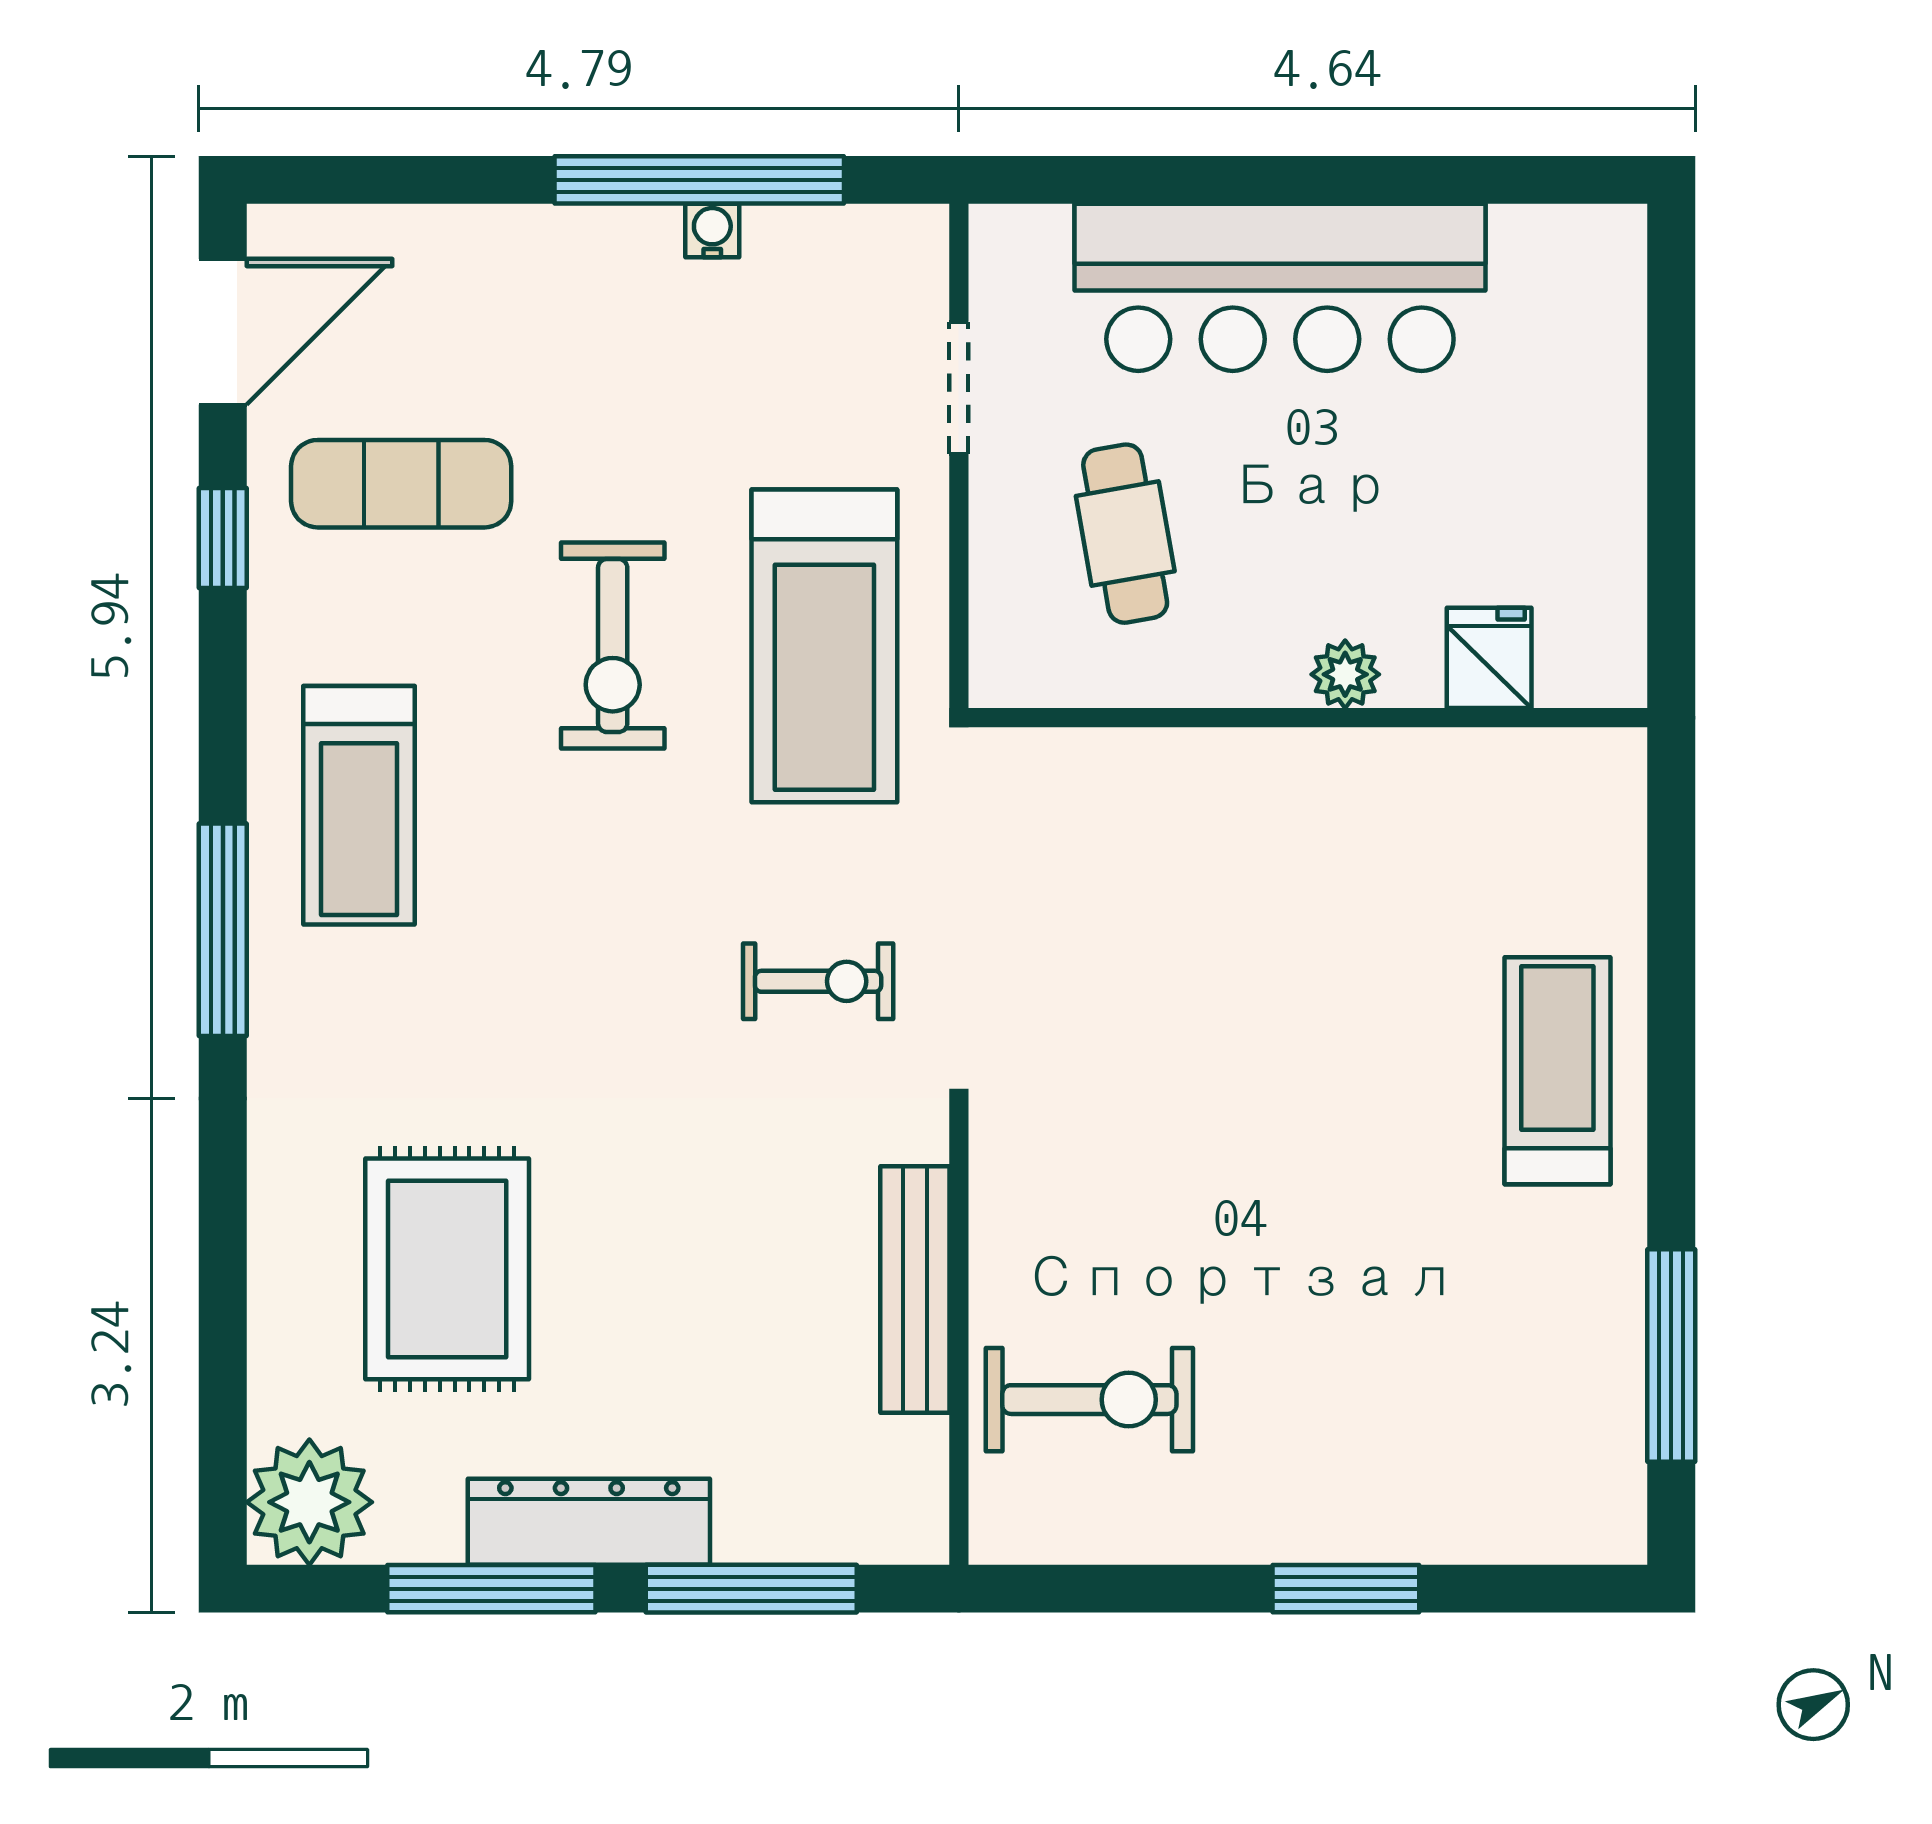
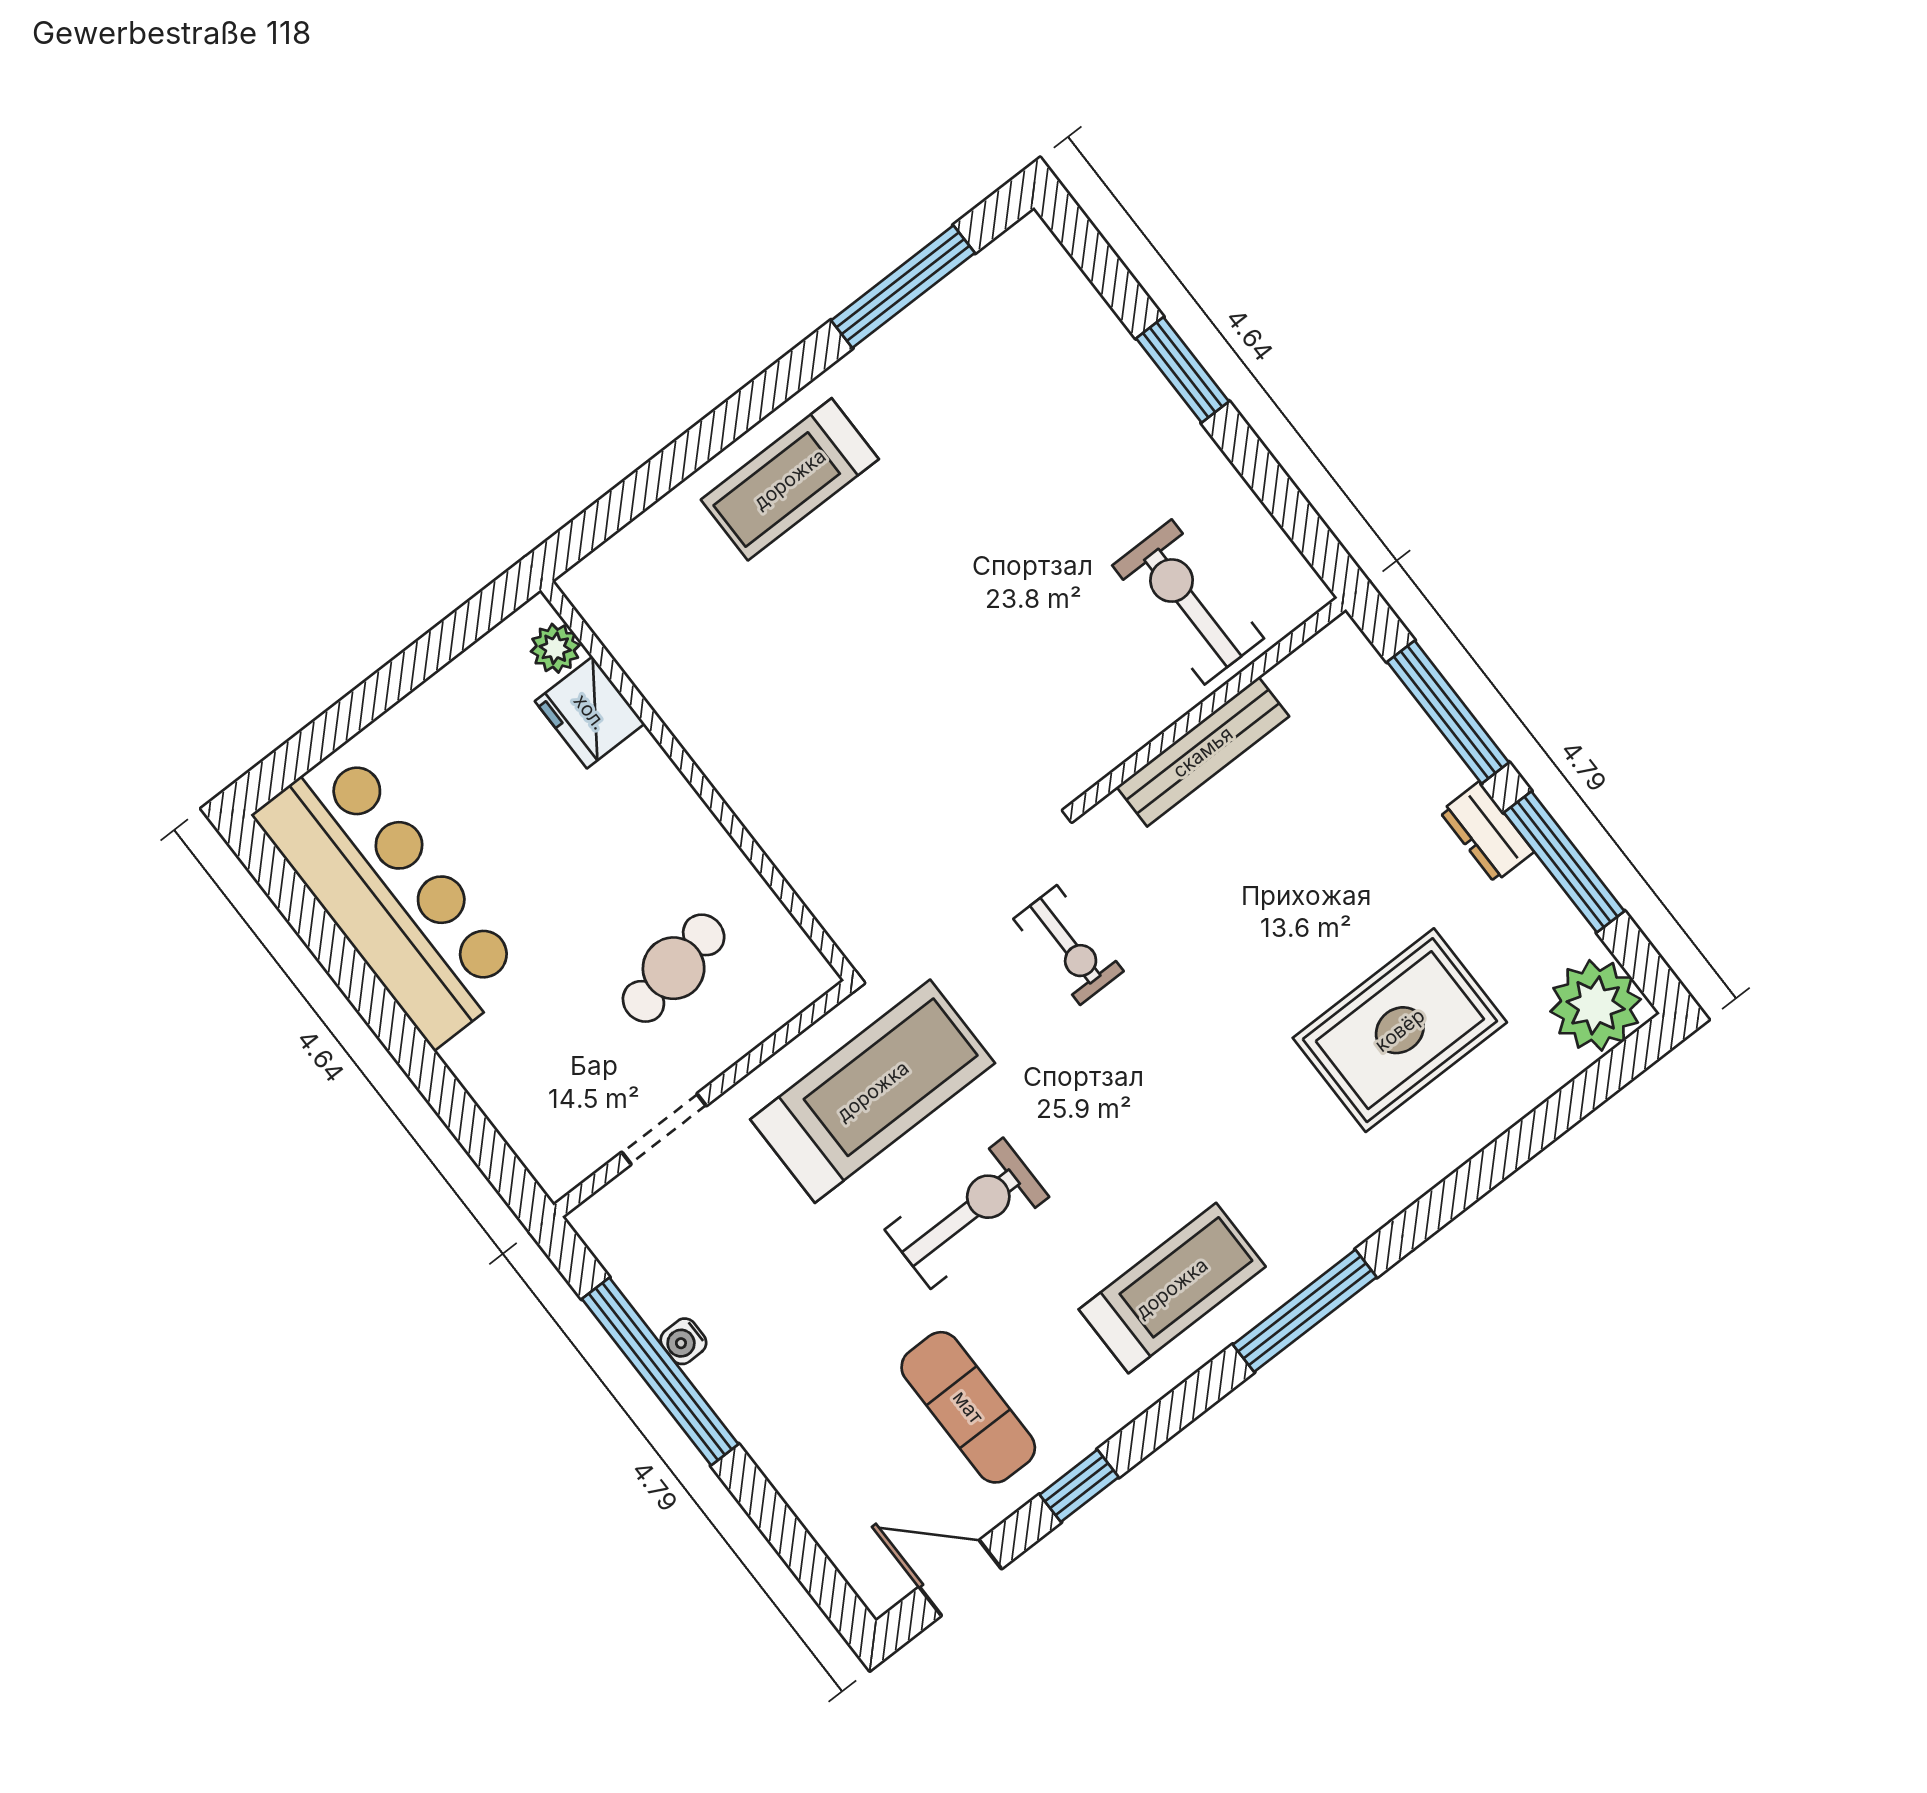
bar counter: (1280, 287) -> (390, 896), moved
door: (223, 332) -> (960, 1578), width x0.73
fridge: (1489, 658) -> (590, 712), width x1.38
plant: (1345, 674) -> (555, 648), moved
exercise bike: (818, 981) -> (1068, 945), turned 180
dresser: (589, 1522) -> (1487, 832), width x0.51, depth x0.80

